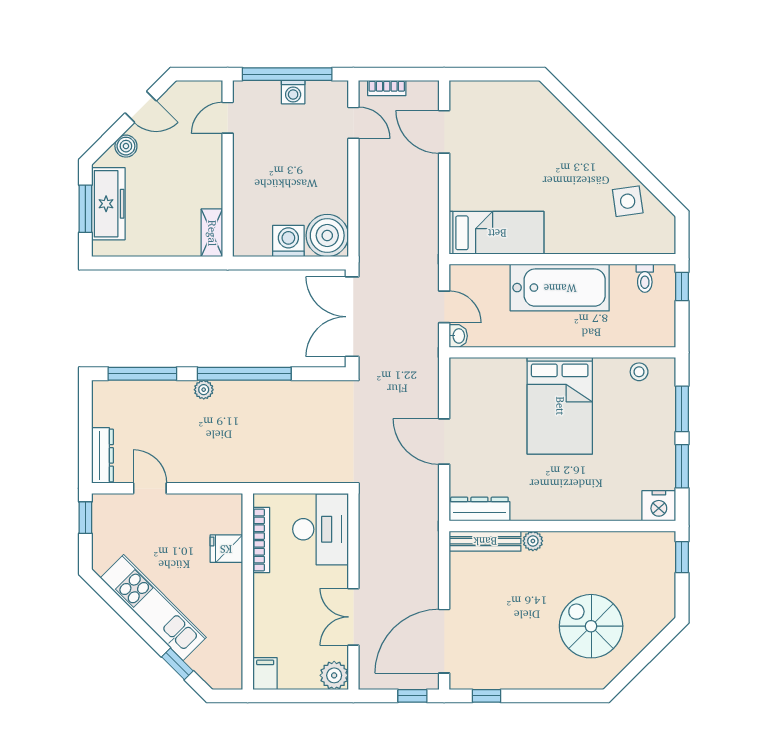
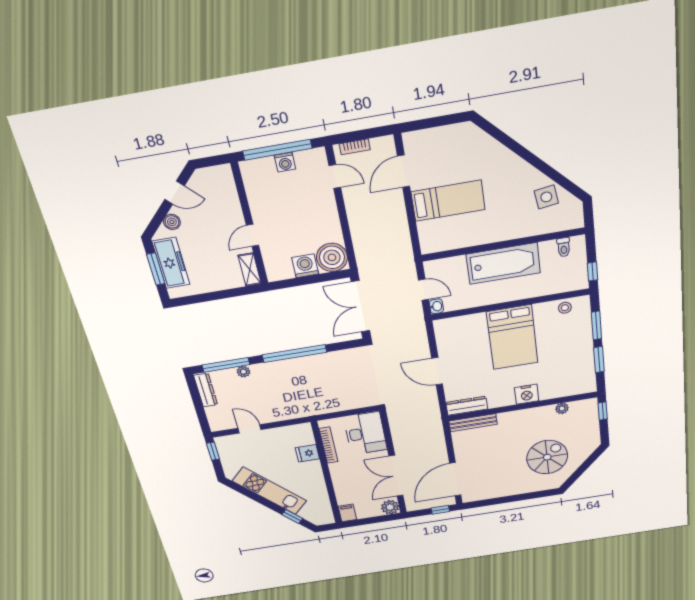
door: (228, 118) -> (253, 235), moved
door: (444, 132) -> (404, 171), hinge flipped
bed: (497, 233) -> (448, 201), moved
window: (682, 286) -> (592, 271), moved
plant: (204, 390) -> (243, 372), moved
dresser: (103, 455) -> (206, 390), moved
nightstand: (659, 506) -> (527, 394), moved
plant: (533, 541) -> (562, 408), moved
double door: (353, 617) -> (396, 476), width x1.37
spiral stairs: (591, 626) -> (547, 457), turned 90
window: (487, 696) -> (486, 503), removed

